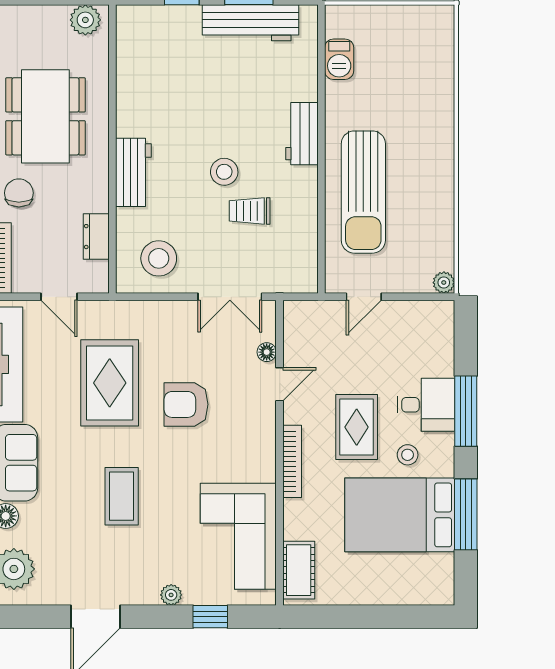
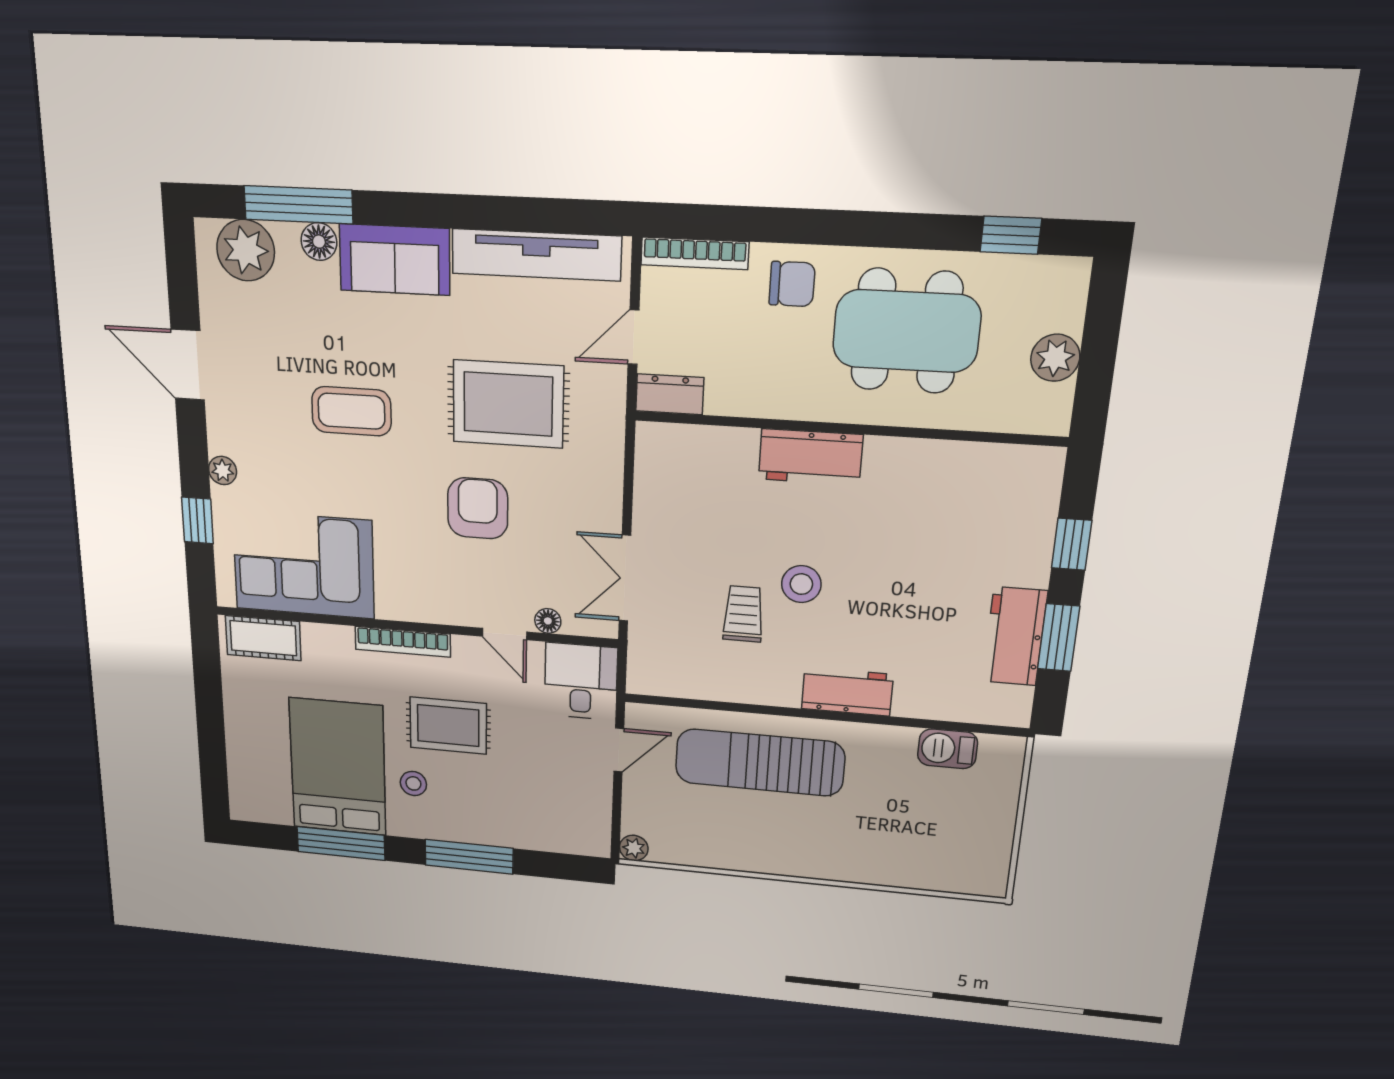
plant: (85, 20) -> (1055, 358), moved
workbench: (250, 23) -> (1015, 636), width x0.73
dresser: (96, 237) -> (670, 394), moved
stool: (159, 258) -> (683, 485), removed
door: (364, 297) -> (619, 750), swing flipped
desk: (426, 405) -> (581, 681), moved, turned 180

